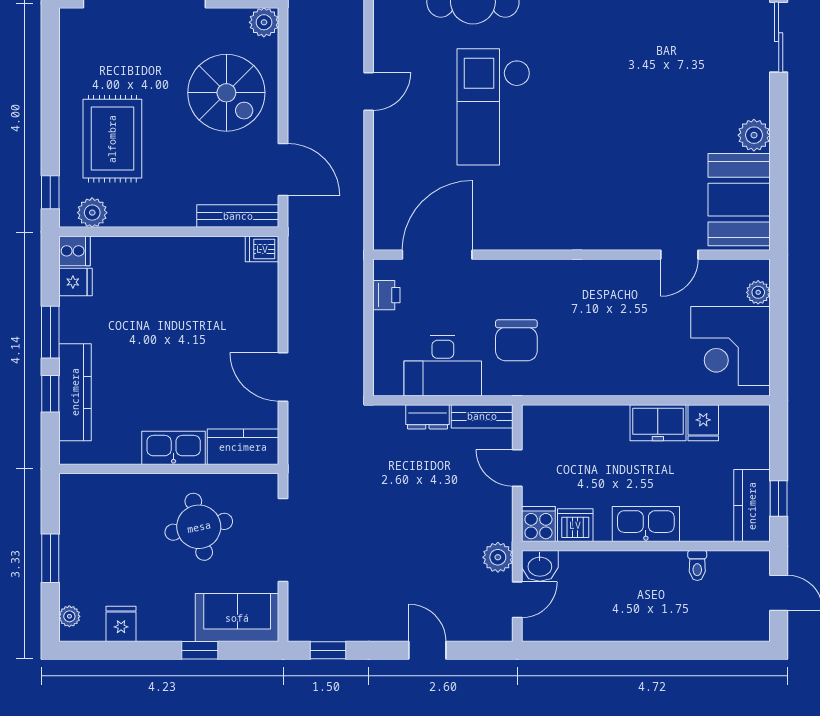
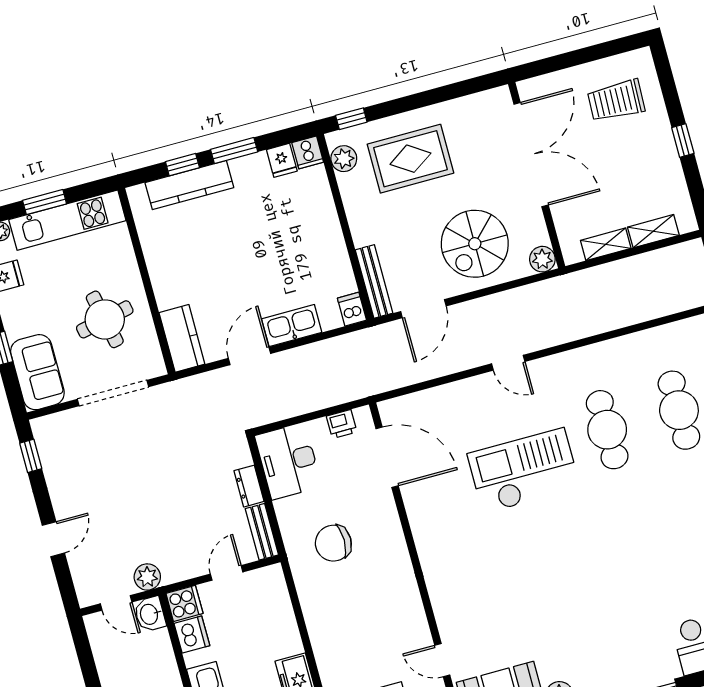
desk: (443, 366) -> (288, 461), moved
kitchen sink: (174, 448) -> (292, 326), moved, turned -90
kitchen unit: (77, 538) -> (67, 220), added

